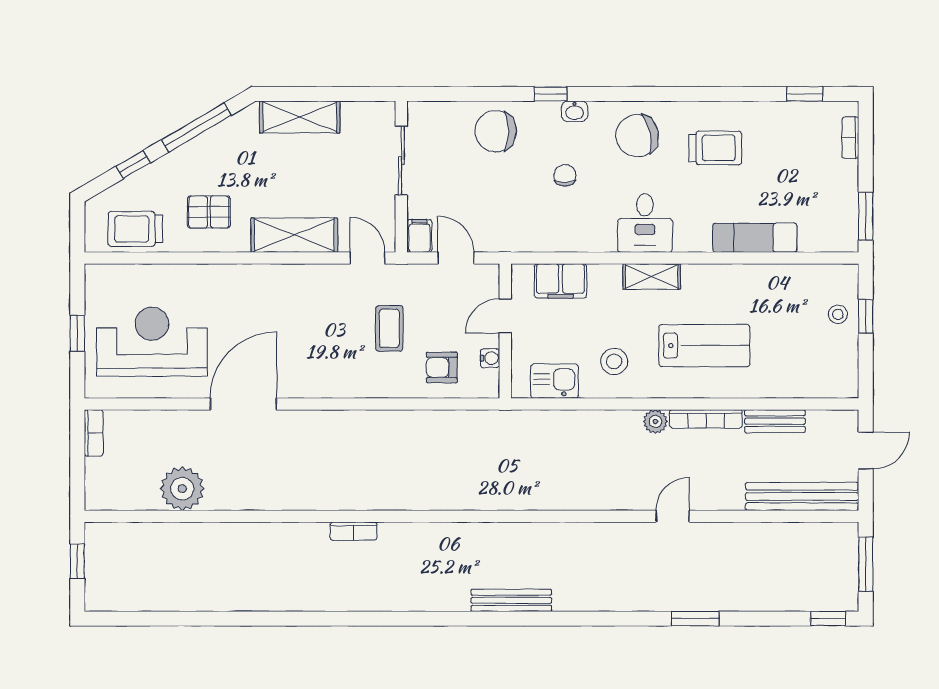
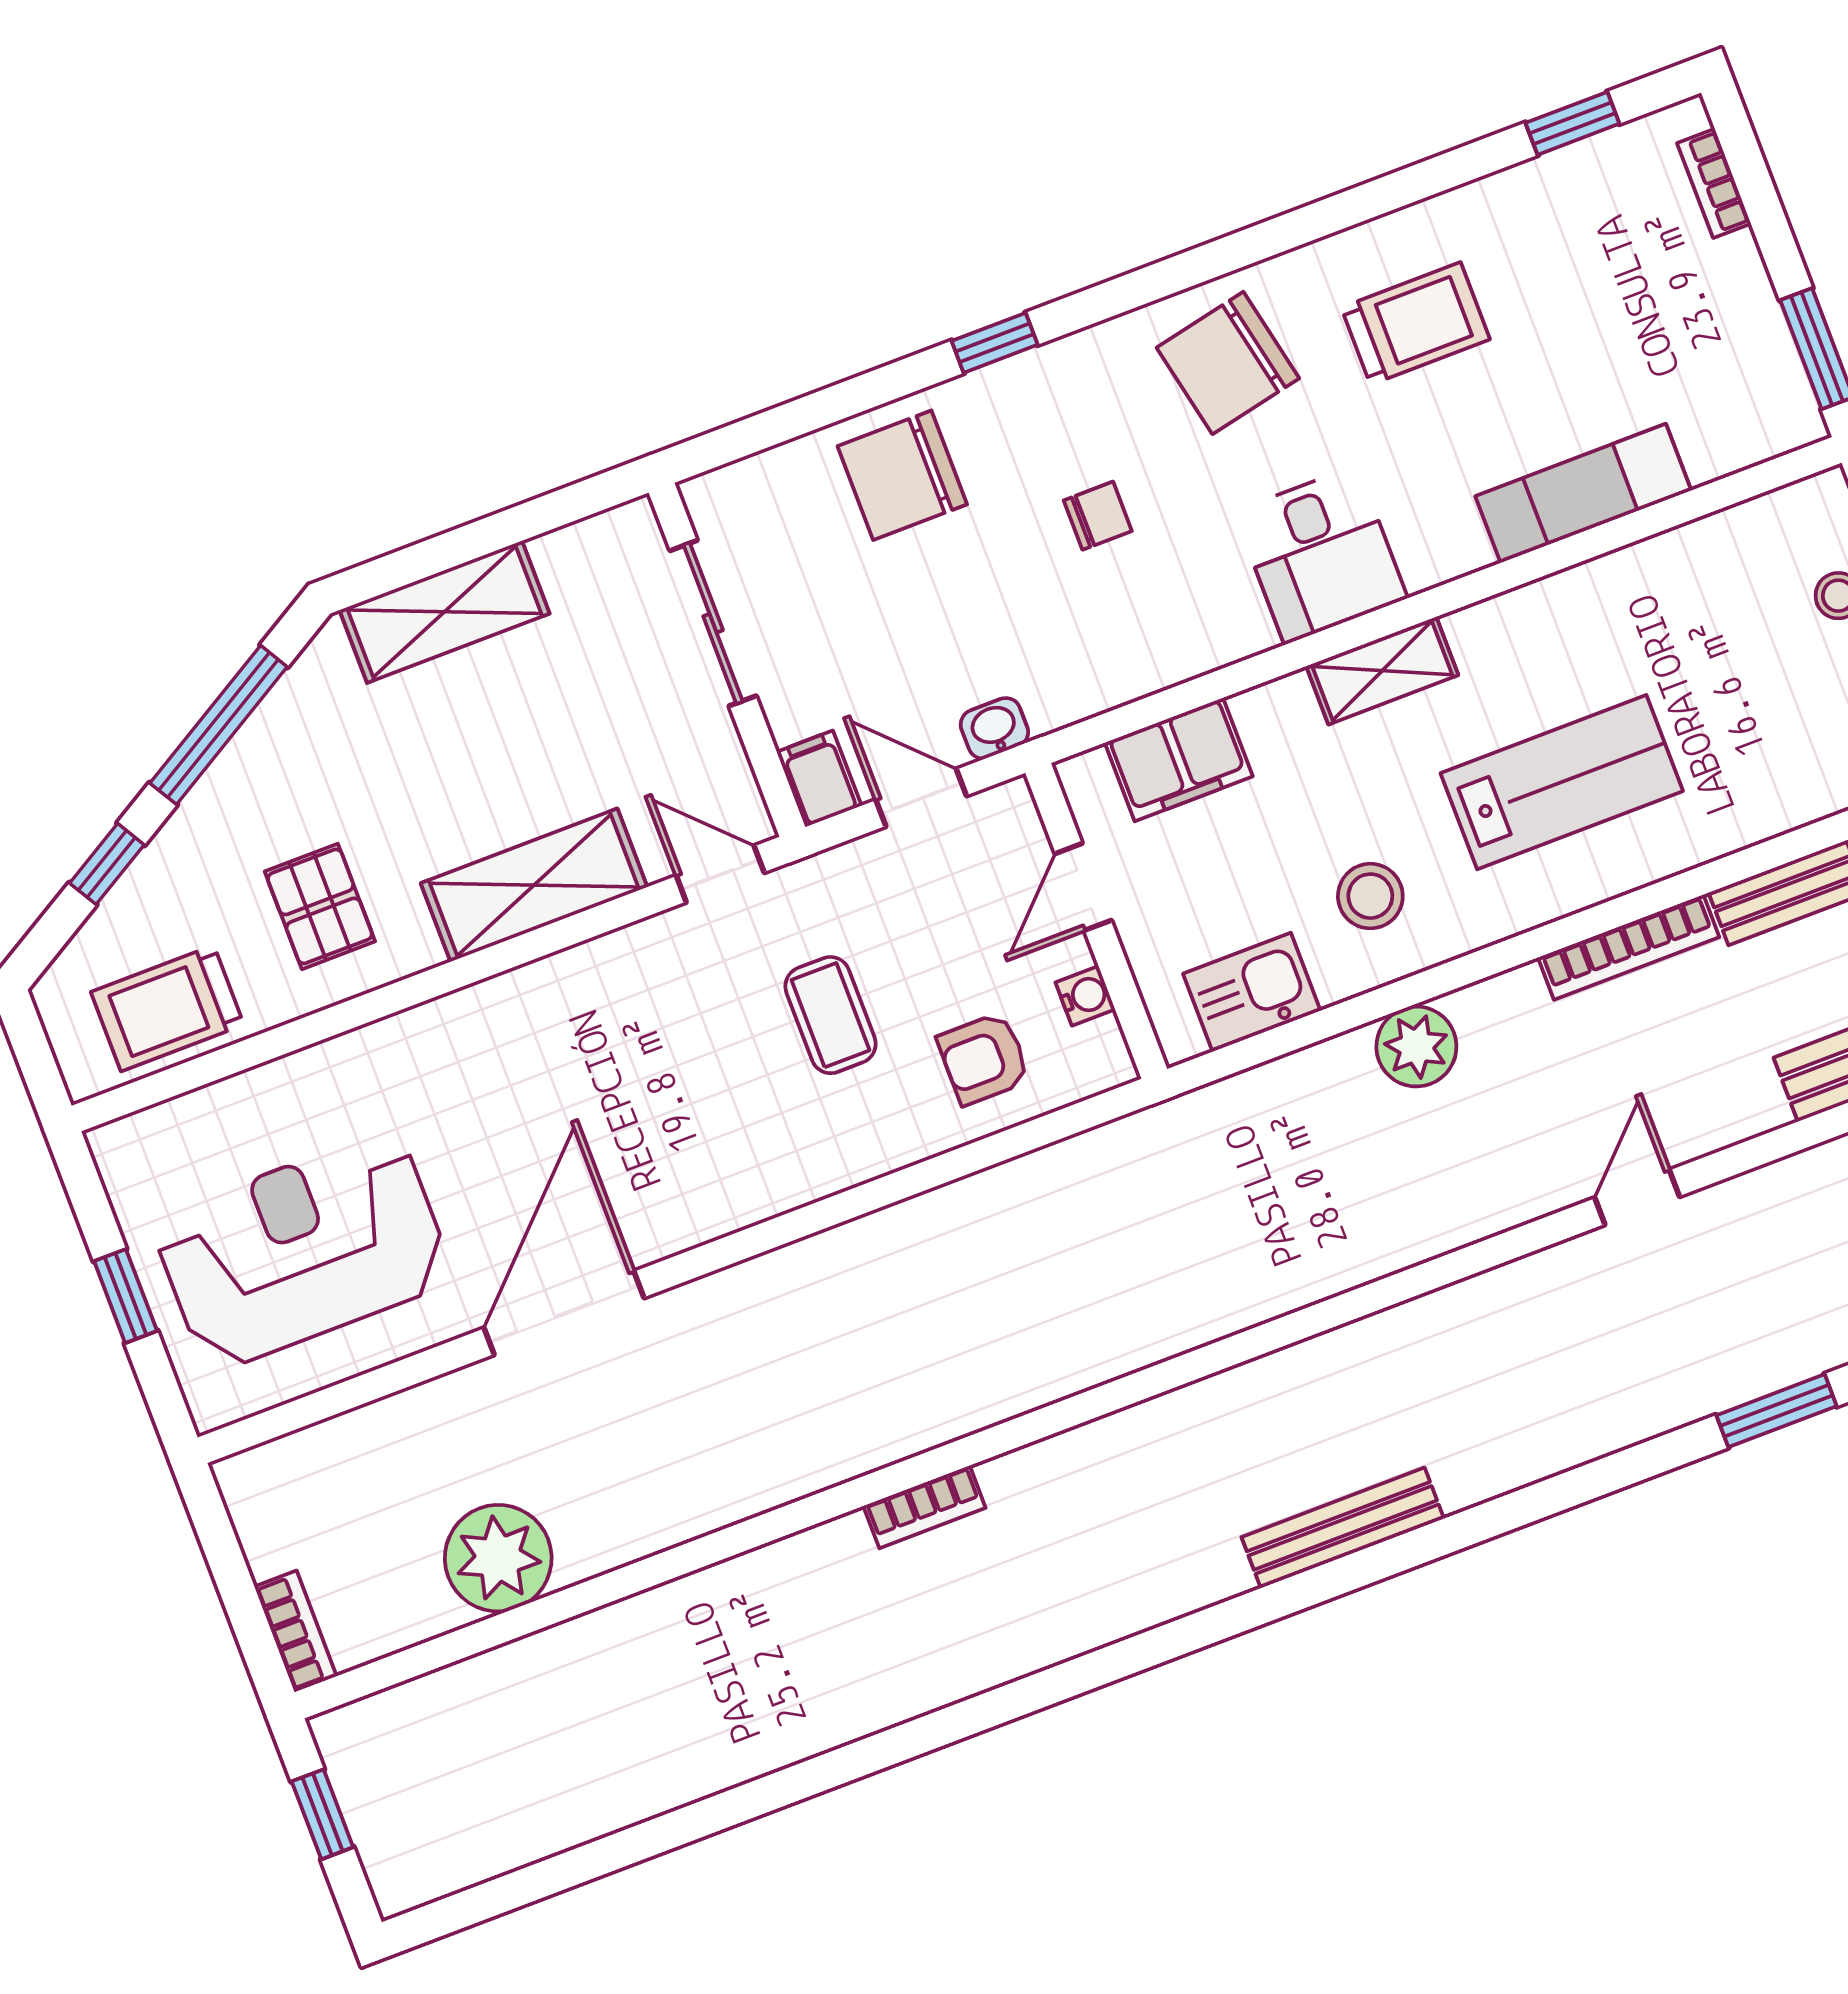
washbasin: (575, 111) -> (994, 728), moved, turned 180
chair: (565, 175) -> (1098, 516), turned 90
pallet: (209, 212) -> (320, 906), turned 90
plant: (655, 421) -> (1416, 1047), moved, width x1.38, depth x1.38
bookcase: (94, 433) -> (296, 1632), moved

